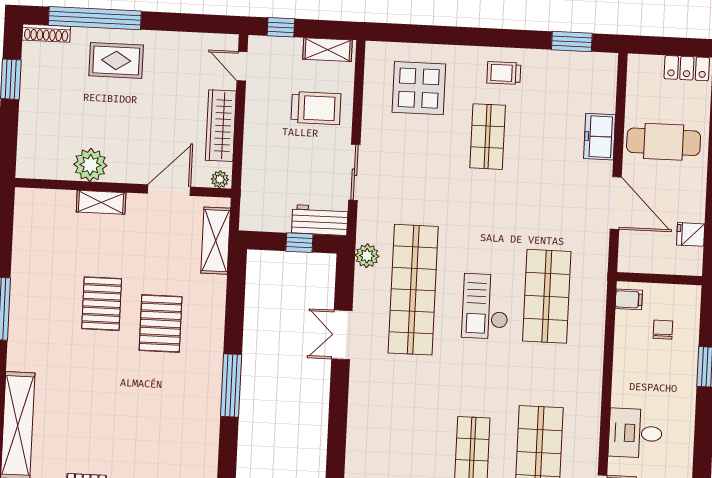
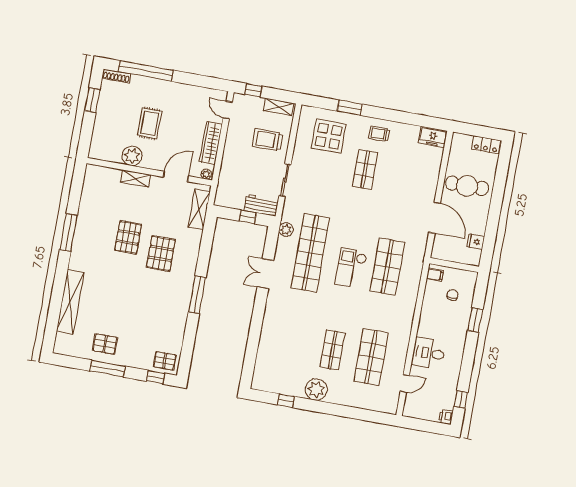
window: (572, 42) -> (350, 108), moved
rug: (116, 60) -> (150, 123), moved, turned 90
trolley: (316, 108) -> (267, 140), turned 180
freezer: (600, 137) -> (433, 137), moved, turned -90

